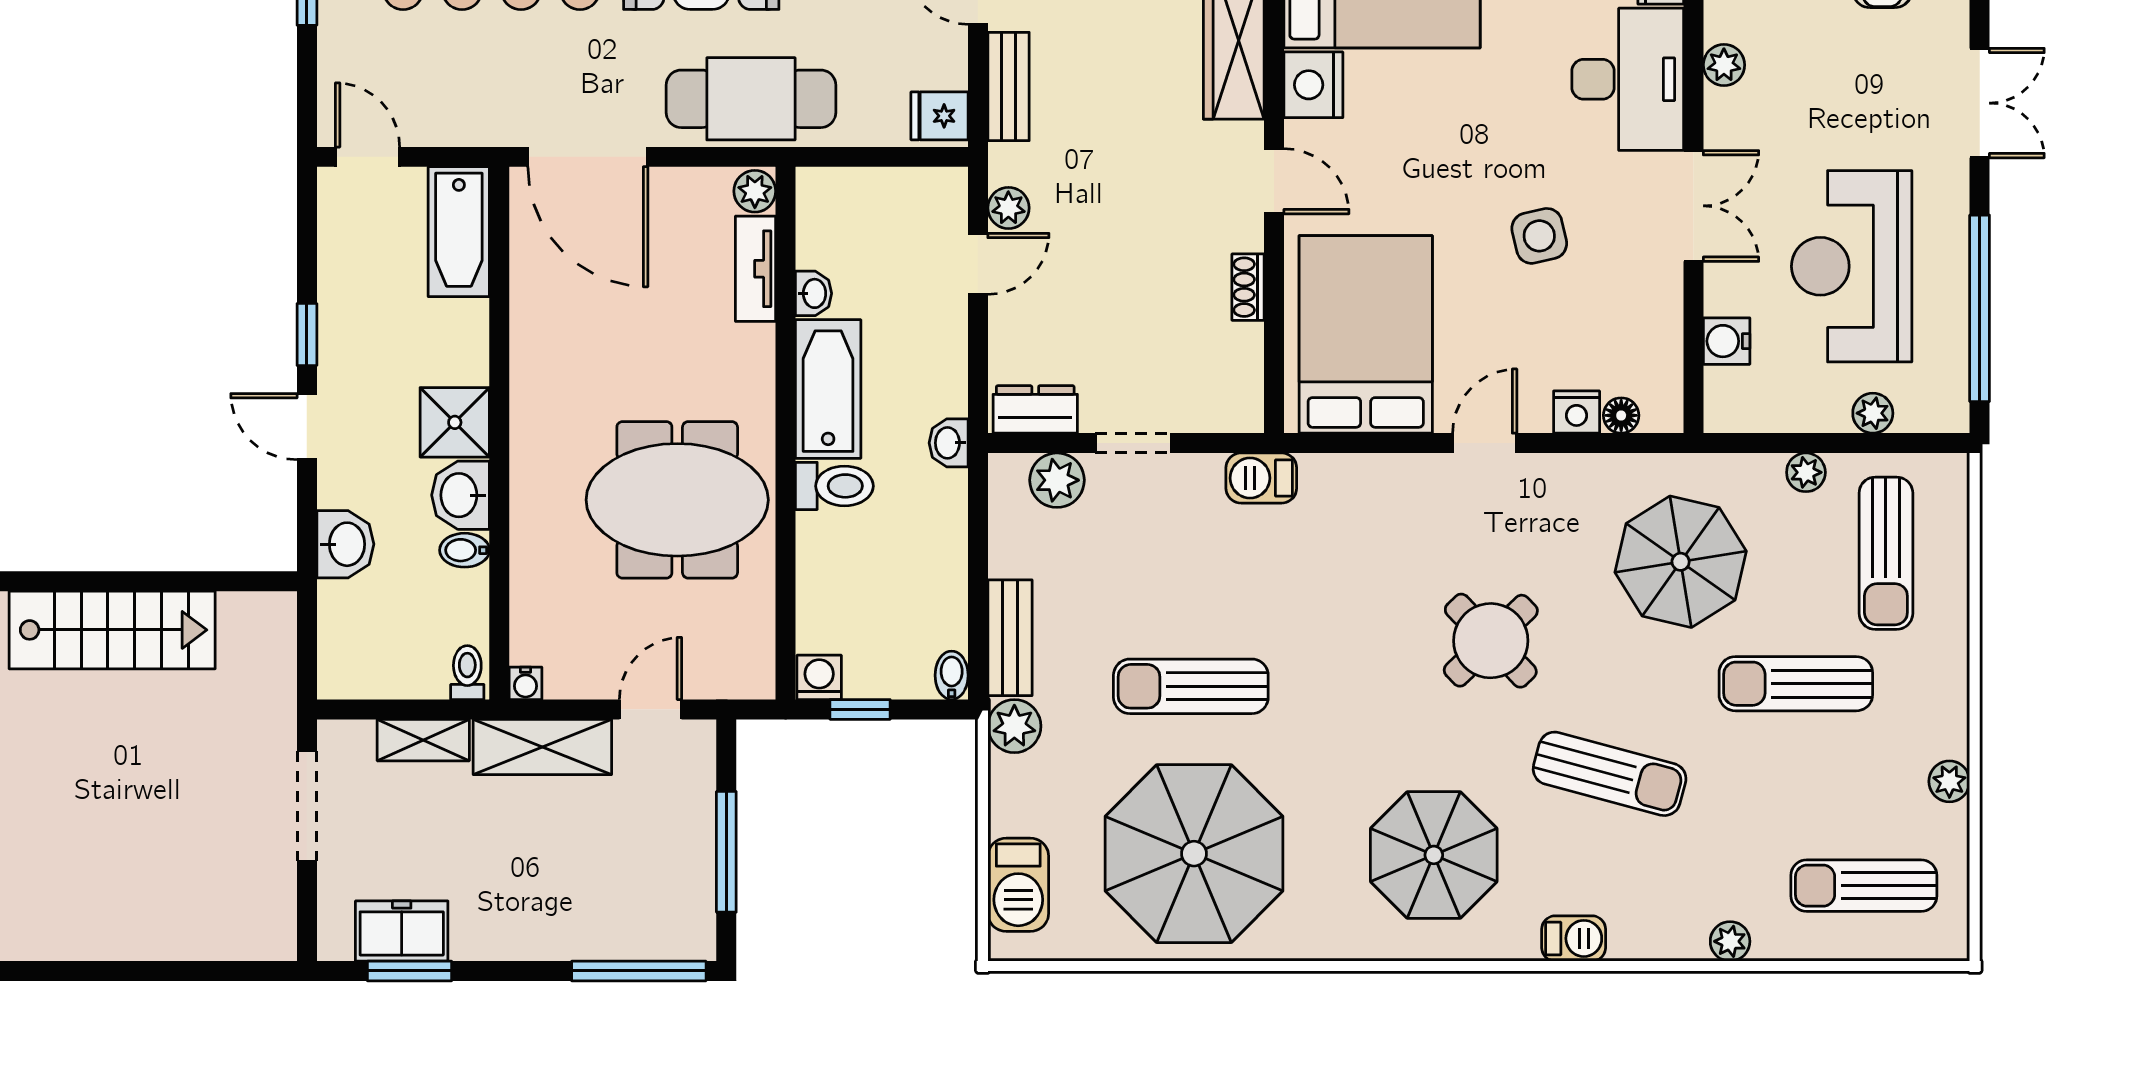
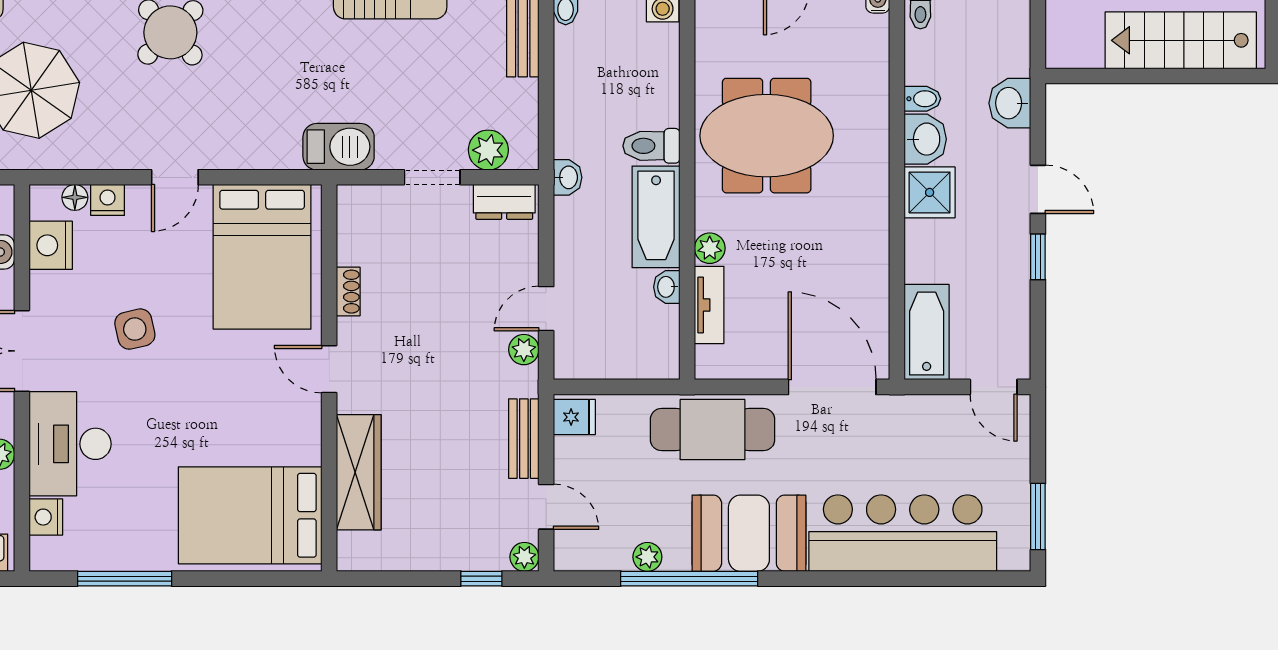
nightstand: (1313, 85) -> (51, 245), moved, turned 180
plant: (755, 191) -> (710, 248), moved
barbecue: (1261, 478) -> (339, 147), width x1.38, depth x1.27

